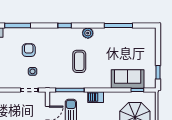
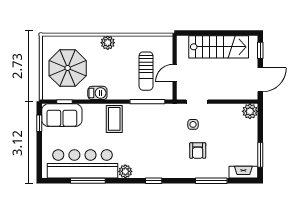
bar counter: (123, 39) -> (82, 164), added
coffee table: (79, 61) -> (114, 119), moved
sofa: (128, 79) -> (62, 115), moved
barbecue: (96, 97) -> (97, 93), moved

